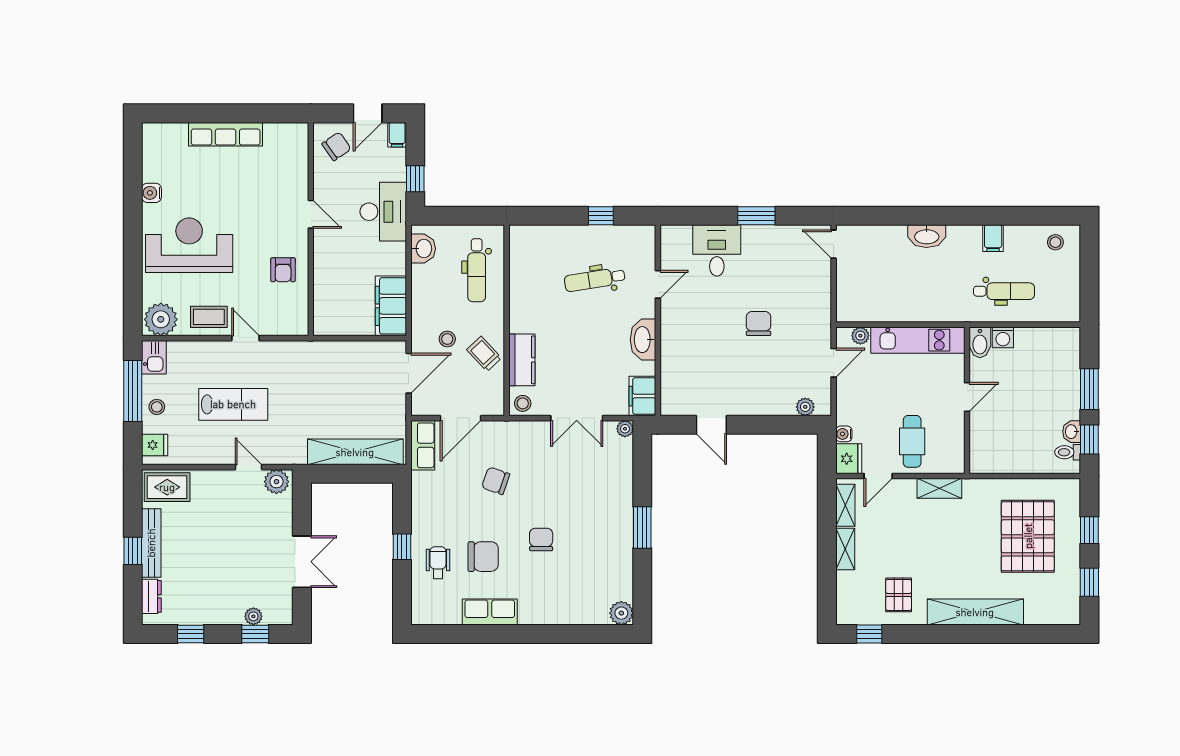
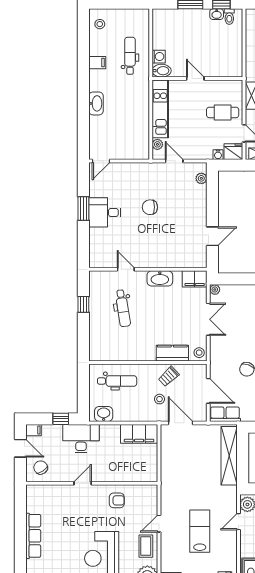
desk: (717, 250) -> (105, 212), moved

